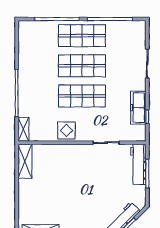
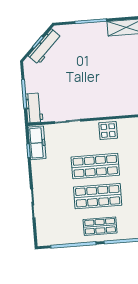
shop shelf: (82, 36) -> (100, 226), width x0.70, depth x0.74
freezer: (138, 108) -> (37, 143), moved
workbench: (138, 164) -> (34, 108), width x0.73

